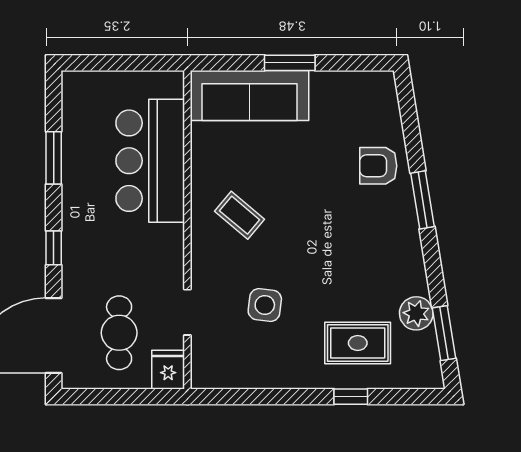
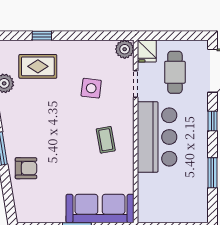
bar counter: (150, 161) -> (157, 137), moved
coffee table: (240, 215) -> (106, 140), turned 40
plant: (207, 373) -> (125, 49), added

